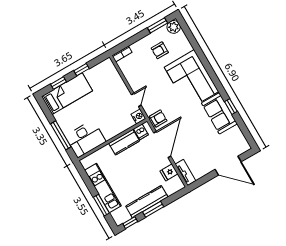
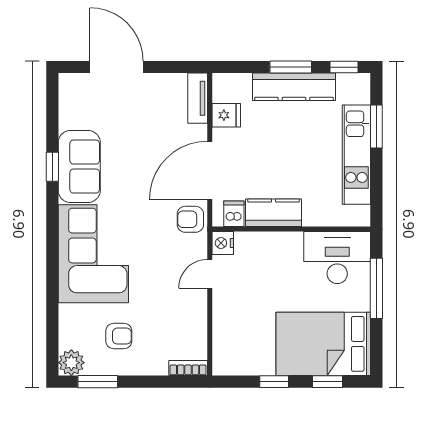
bed: (67, 94) -> (323, 344), width x1.50

